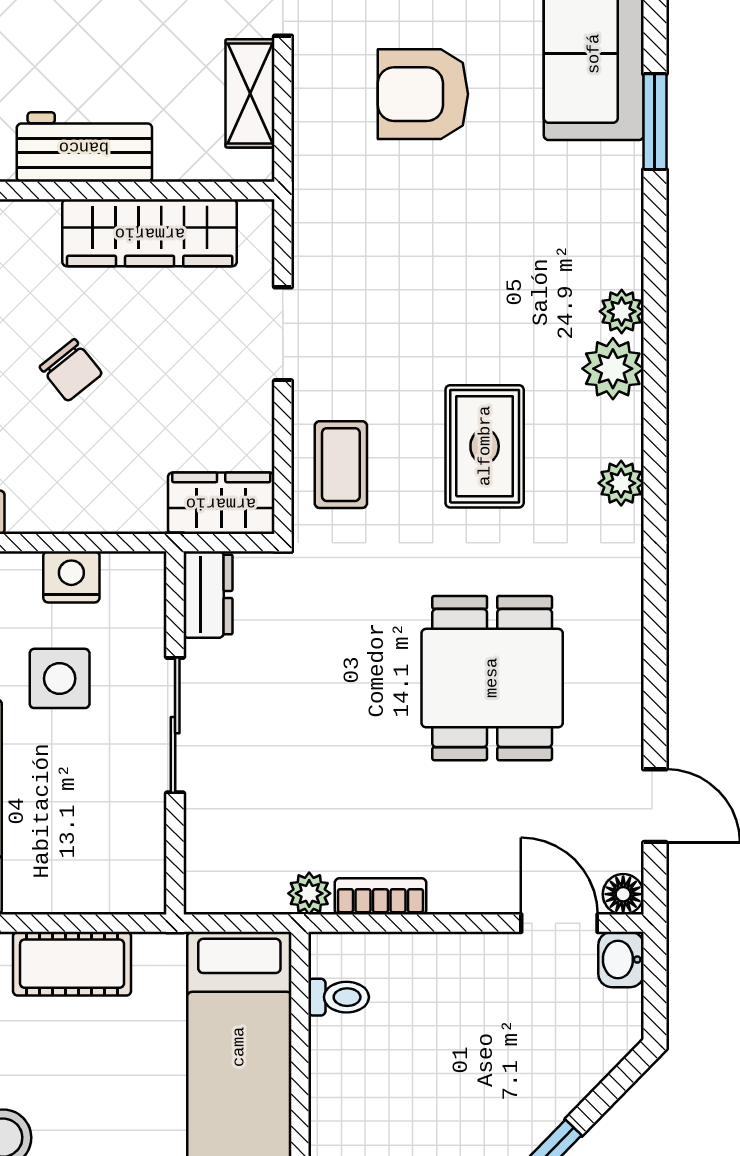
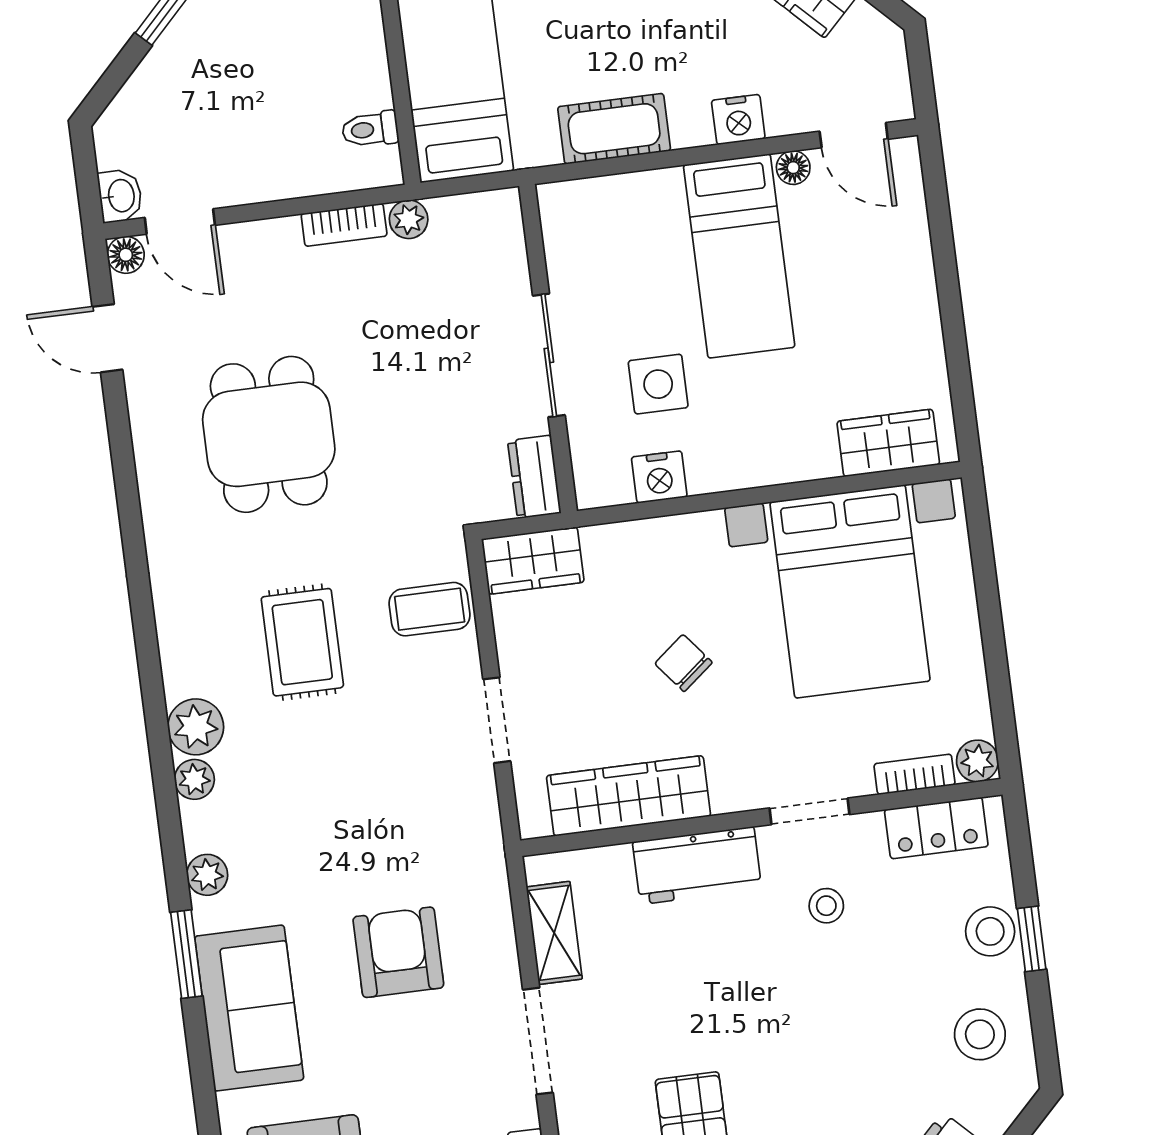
armchair: (423, 94) -> (398, 952), turned -90
coffee table: (341, 465) -> (430, 609), turned 90
plant: (621, 483) -> (207, 875), moved

